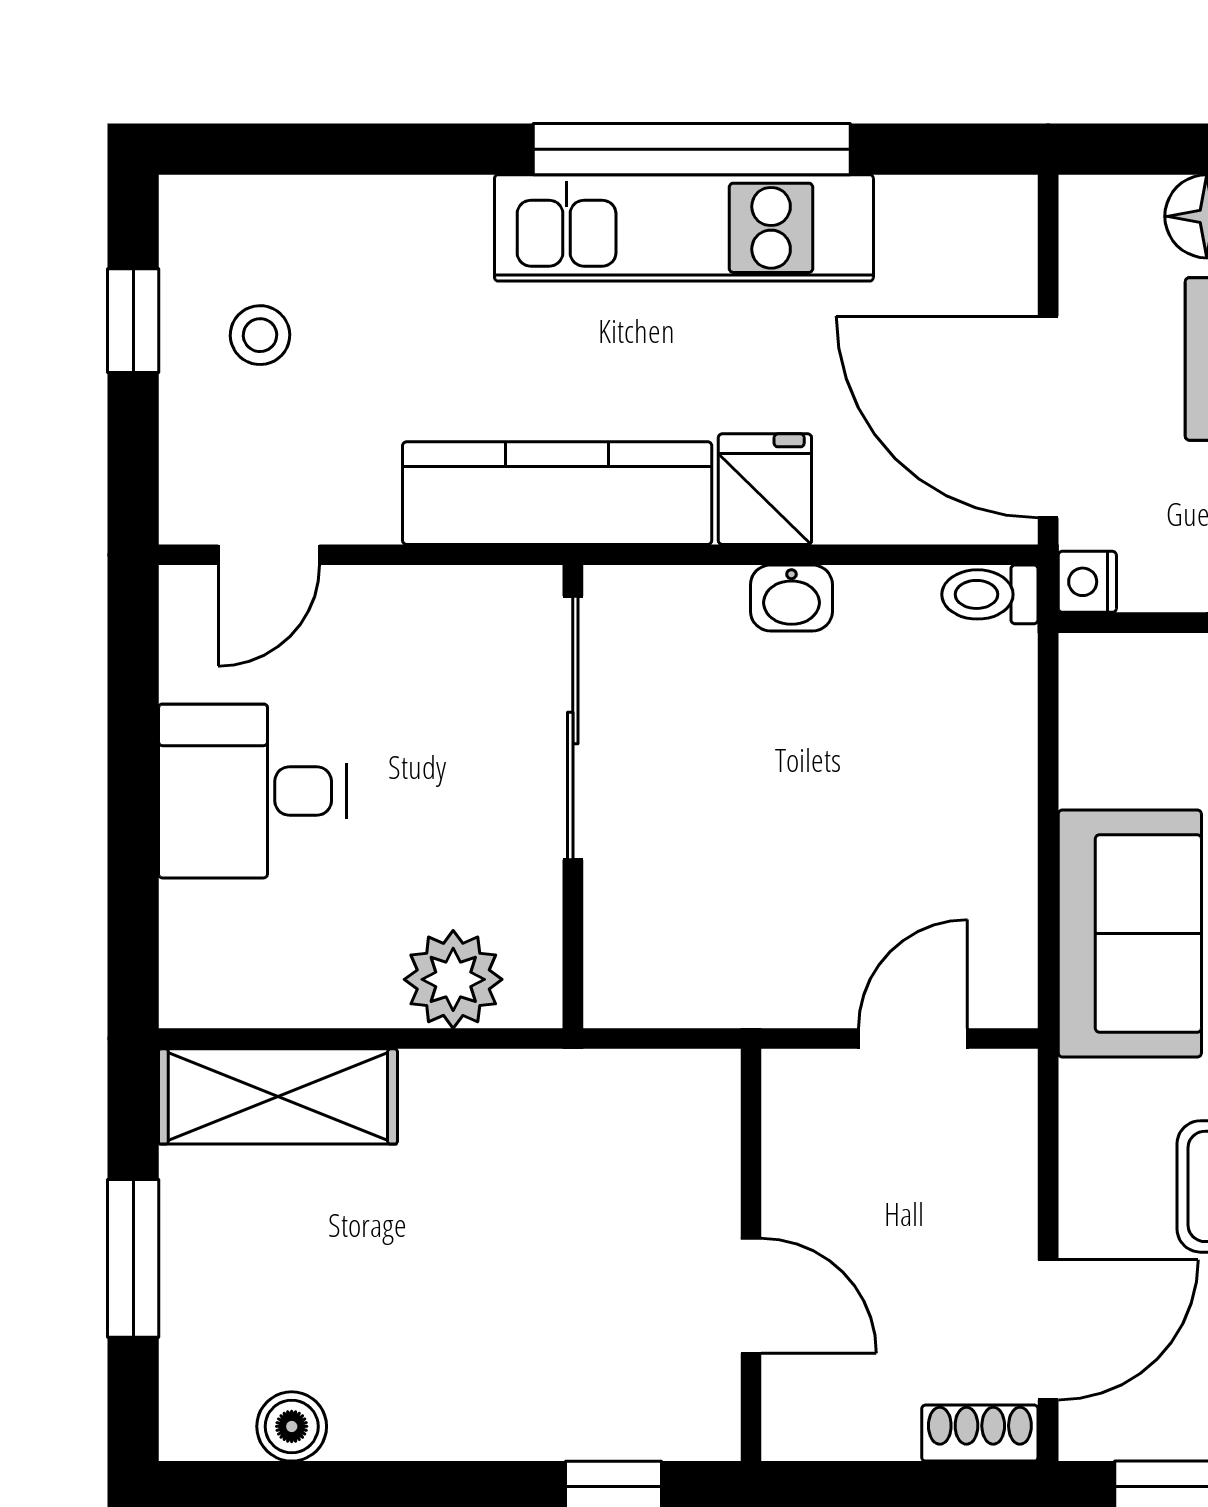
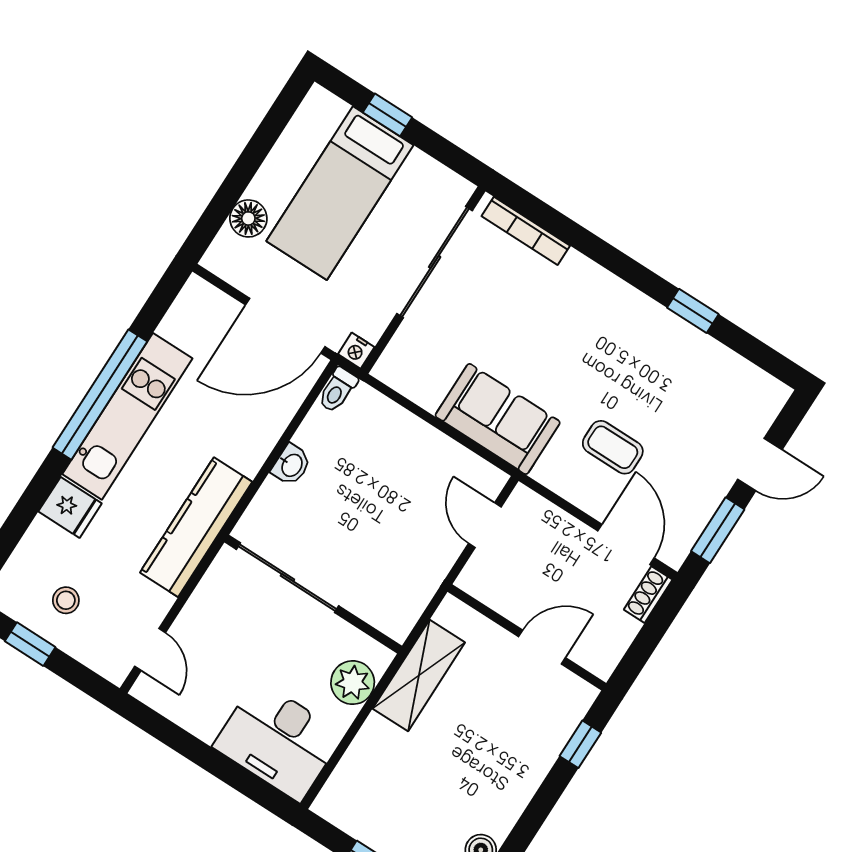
fridge: (765, 489) -> (70, 507), moved, turned 180
desk: (252, 791) -> (278, 741), moved, width x1.37
shelving: (278, 1096) -> (419, 675), moved

